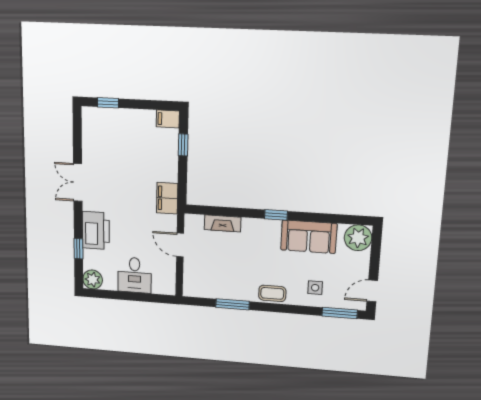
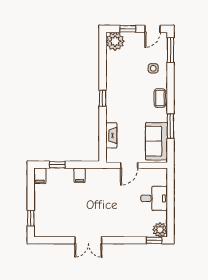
filing cabinet: (167, 198) -> (80, 175), moved, width x0.50
printer: (96, 231) -> (123, 227), removed
sofa: (309, 237) -> (156, 141), moved, turned 180
window: (78, 249) -> (154, 240), moved
window: (375, 257) -> (128, 29), added
door: (372, 291) -> (152, 29), hinge flipped

